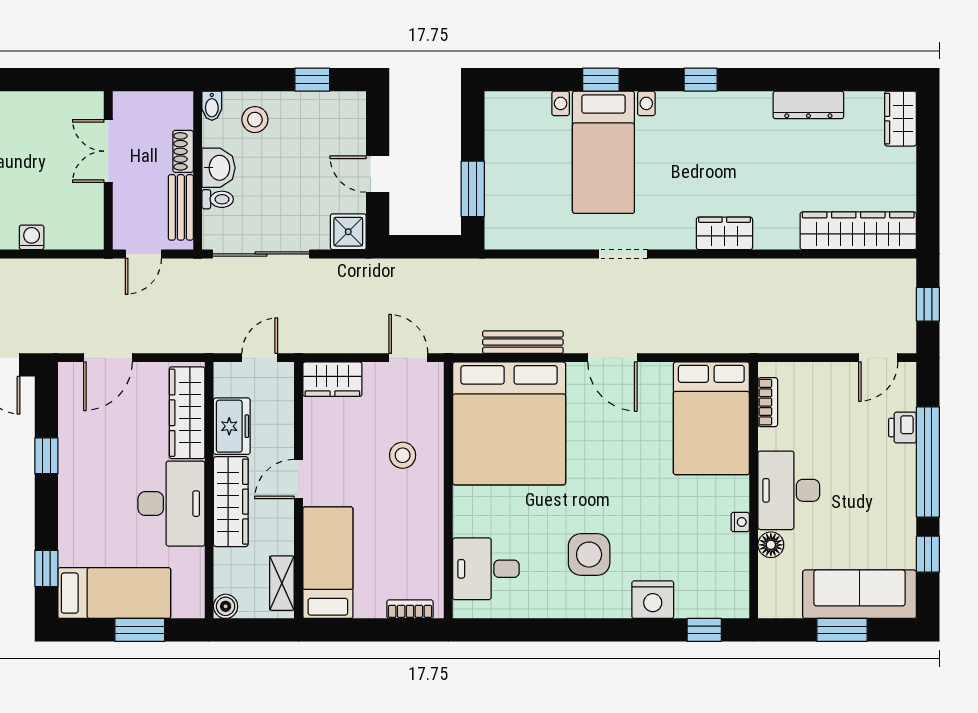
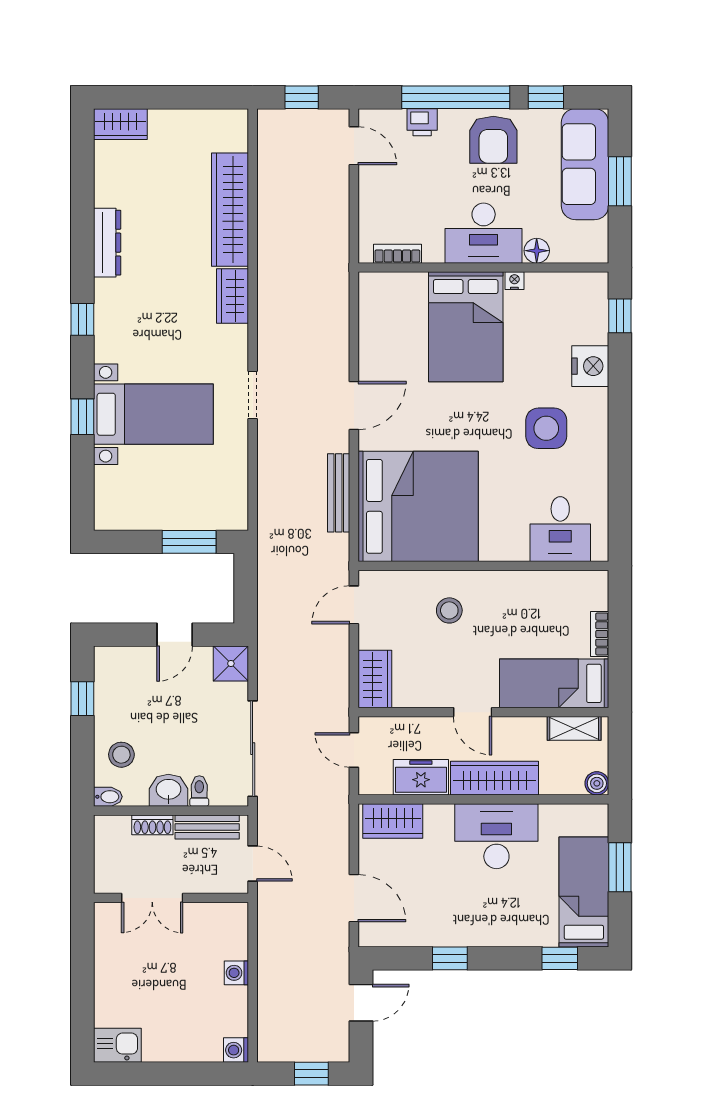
dresser: (808, 105) -> (107, 243), moved
wardrobe: (858, 231) -> (230, 210), moved
wardrobe: (187, 413) -> (393, 821), width x0.67
bed: (711, 418) -> (466, 327), moved, turned 90
armchair: (884, 500) -> (493, 140), added
bookcase: (410, 609) -> (600, 634), moved

